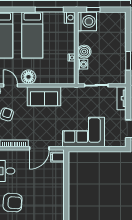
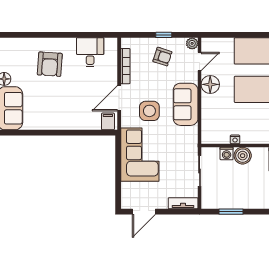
side table: (49, 125) -> (149, 111), added
door: (39, 148) -> (119, 98), hinge flipped

